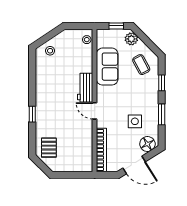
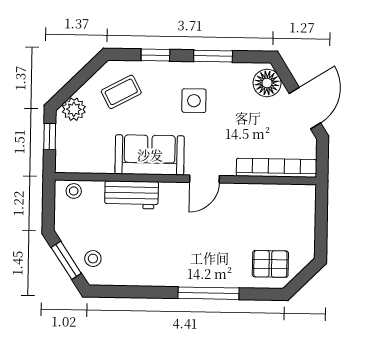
window: (49, 36) -> (66, 260), added
sofa: (107, 67) -> (150, 155), moved
workbench: (85, 88) -> (132, 195), moved
window: (32, 114) -> (208, 293), width x2.17
side table: (135, 121) -> (194, 101), moved

